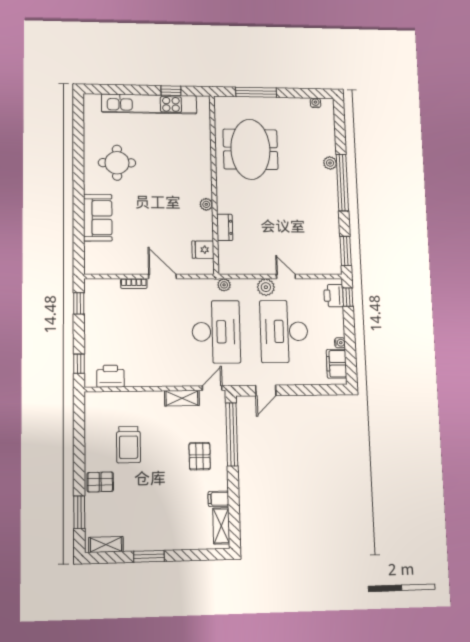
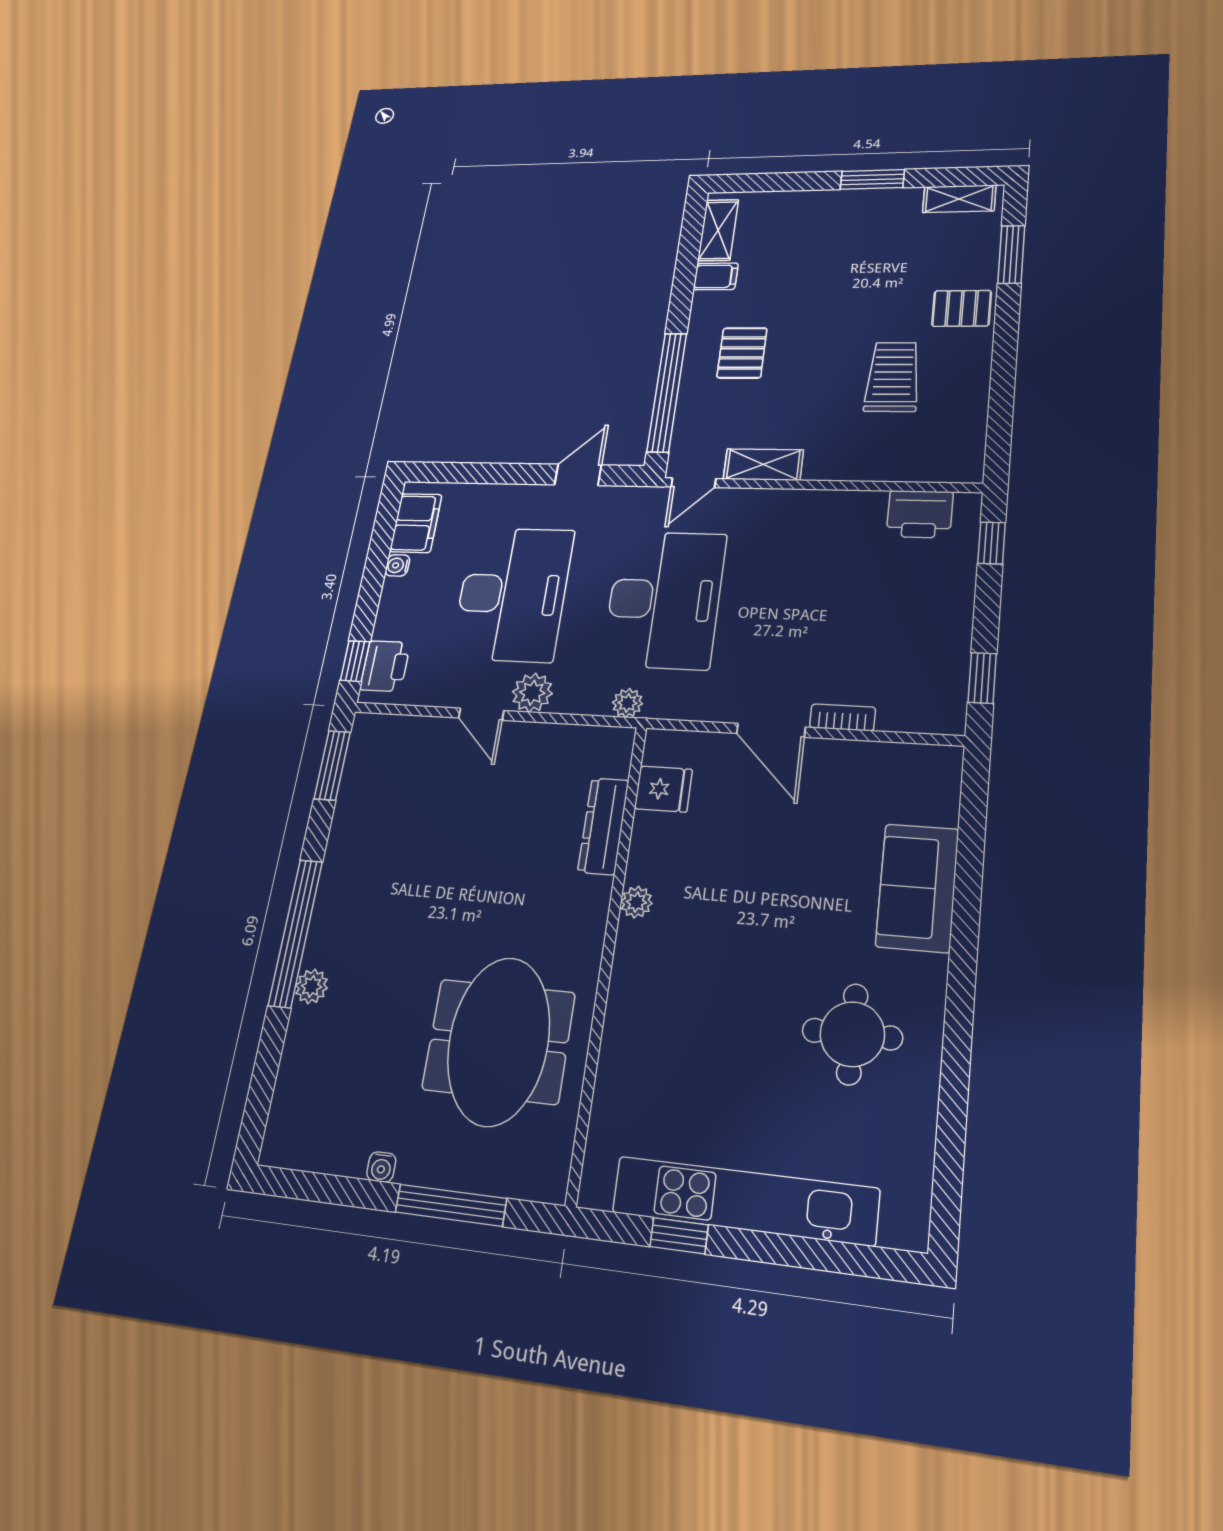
water cooler: (315, 103) -> (381, 1167), moved
dresser: (225, 227) -> (603, 826), width x1.44
desk: (216, 332) -> (664, 599), turned 180

